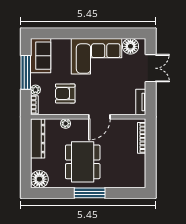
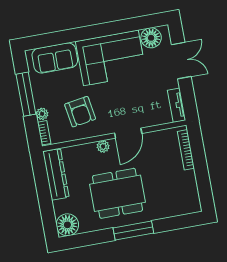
sofa: (41, 56) -> (55, 58), moved, turned 90
armchair: (65, 93) -> (80, 112), turned -99
plant: (66, 124) -> (103, 146), moved
dining table: (83, 162) -> (118, 193), turned 90

